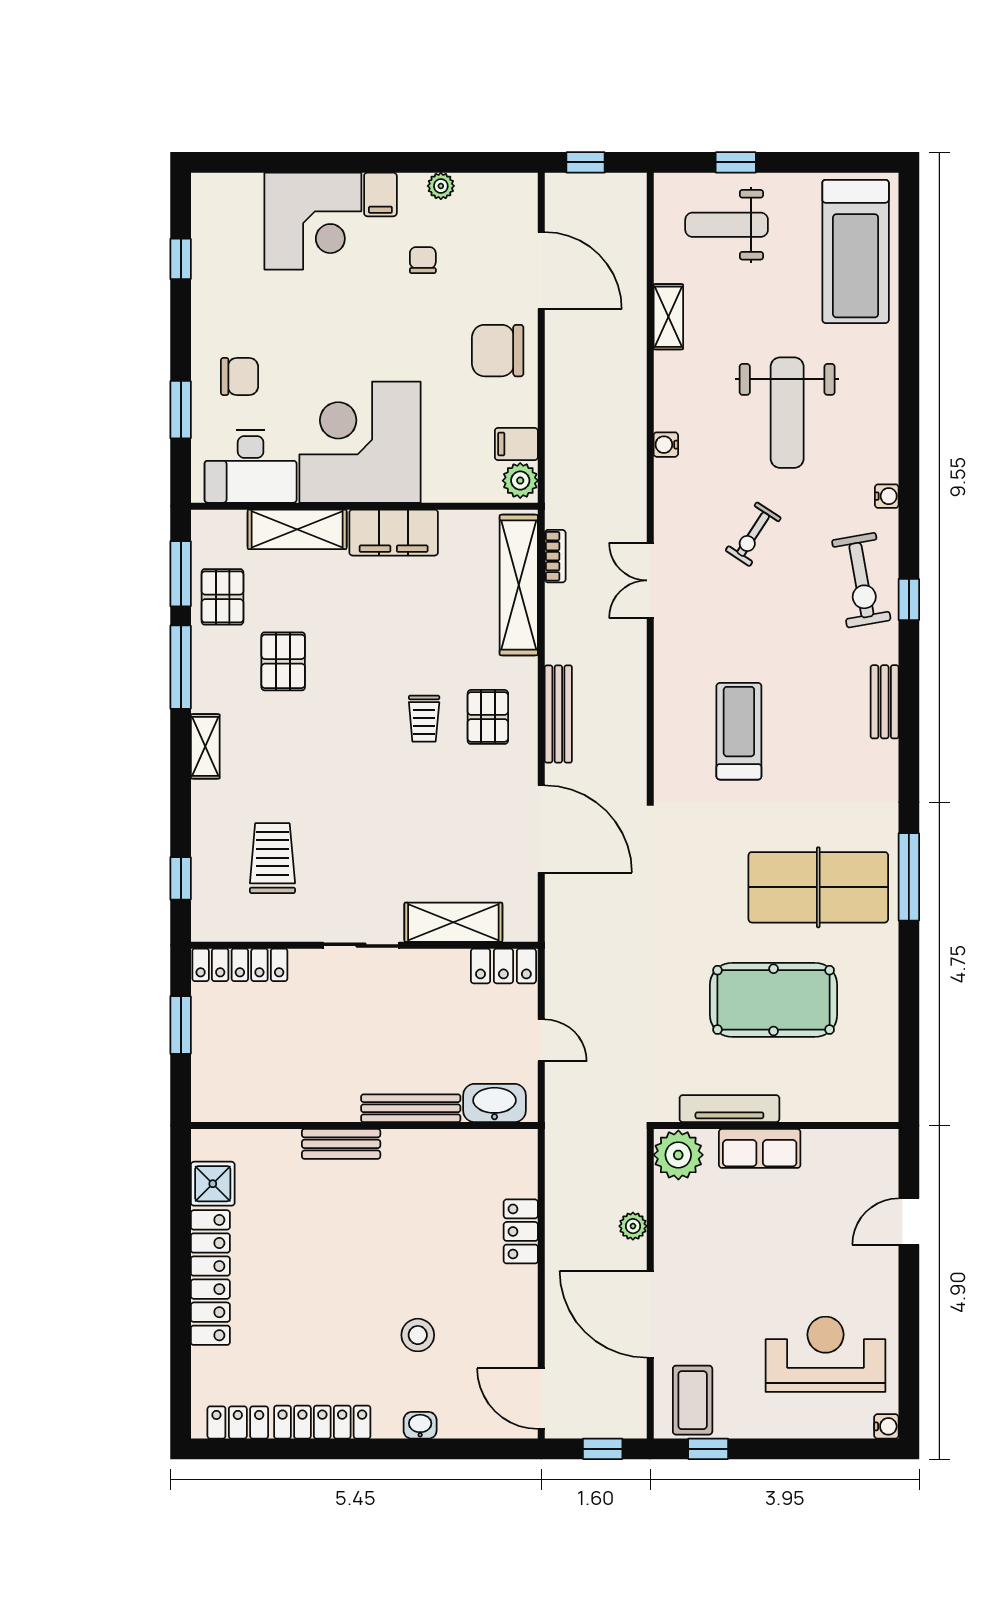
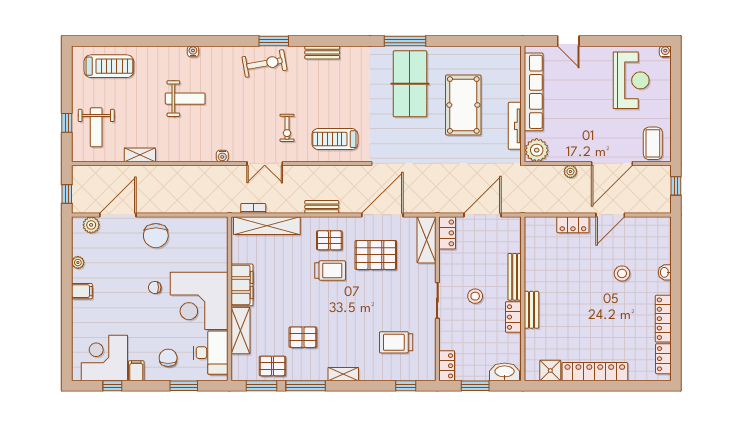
corner desk: (313, 221) -> (104, 358), moved, turned -90
treadmill: (856, 251) -> (109, 66), width x0.73, depth x0.73
chair: (423, 260) -> (155, 287), moved
weight bench: (787, 413) -> (185, 99), width x0.73, depth x0.75
filing cabinet: (516, 444) -> (136, 371), moved, turned 180
water cooler: (666, 445) -> (222, 156), moved
plant: (520, 481) -> (91, 225), moved
water cooler: (887, 496) -> (193, 51), moved
exercise bike: (753, 534) -> (287, 128), moved, turned 57
window: (909, 600) -> (274, 41), width x1.50
bench: (558, 714) -> (322, 207), width x0.73
trolley: (424, 719) -> (330, 270), width x1.36, depth x1.39
treadmill: (739, 731) -> (335, 139), moved
pallet: (457, 815) -> (376, 255), added
shelving: (453, 922) -> (426, 240), moved
locker: (240, 965) -> (447, 366), width x0.66
stool: (370, 1025) -> (475, 296), added
door: (541, 1040) -> (483, 215), width x1.88
washbasin: (494, 1103) -> (505, 372), moved, turned 90
locker: (326, 1106) -> (513, 317), added
row of seats: (760, 1148) -> (534, 92), width x2.02
reception desk: (826, 1354) -> (631, 80), turned 180
door: (541, 1399) -> (610, 215), moved
coffee table: (693, 1400) -> (653, 143), turned 90
window: (708, 1449) -> (676, 136), removed

